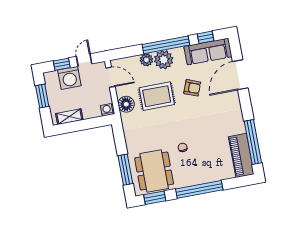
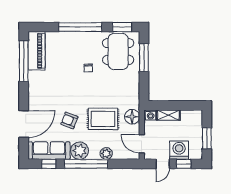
plant: (164, 60) -> (80, 151), moved
shelving: (69, 117) -> (168, 115), moved

